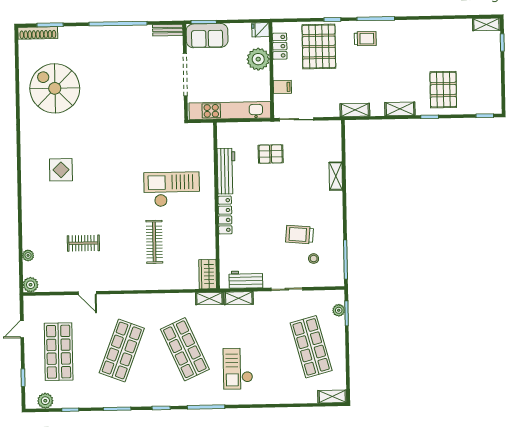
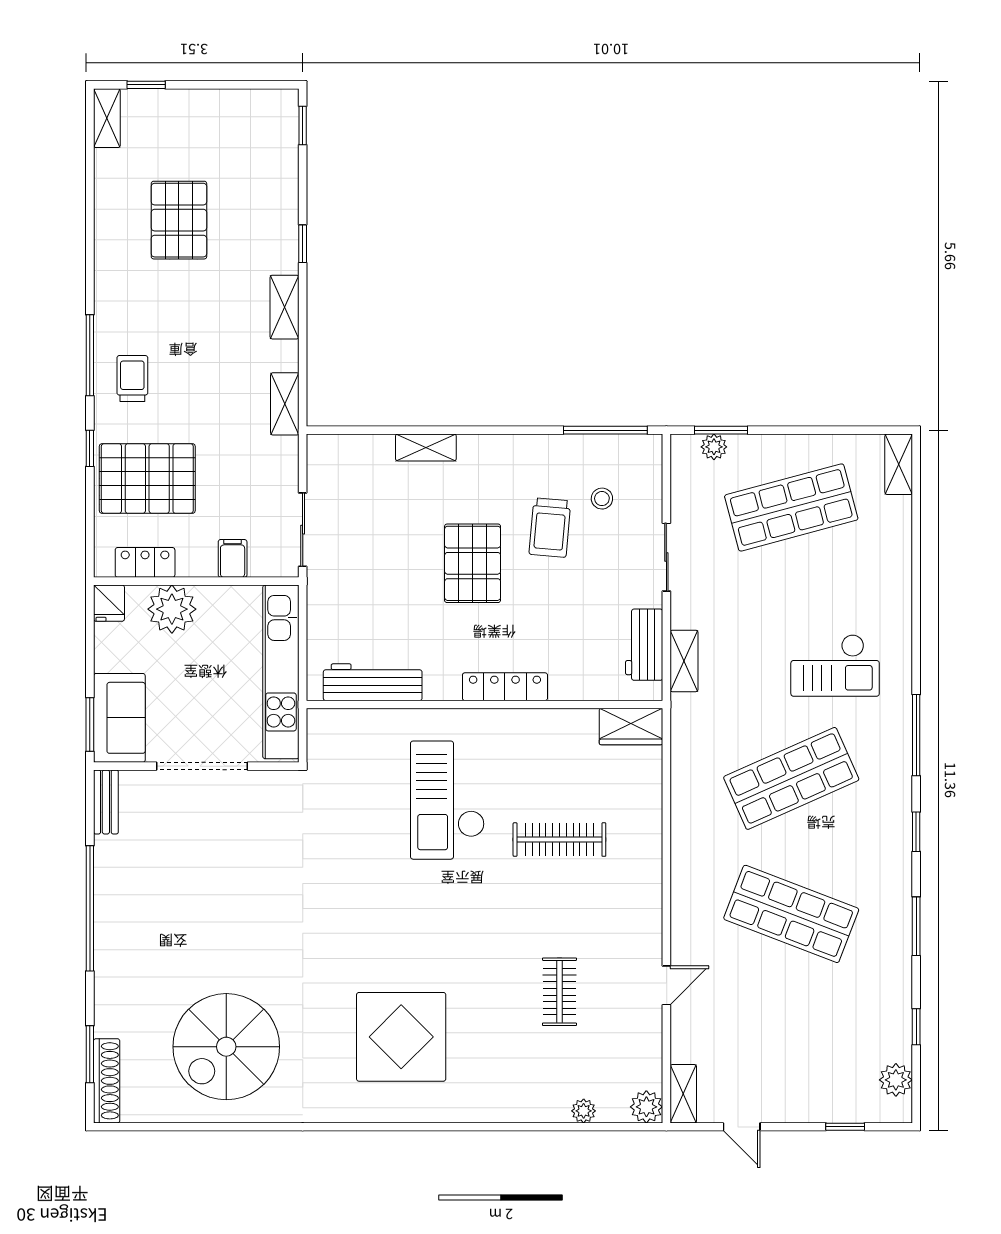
pallet: (443, 90) -> (179, 220), moved, turned 90
pallet: (271, 154) -> (473, 563), moved, width x1.50, depth x1.42
display table: (61, 170) -> (401, 1037), width x1.86, depth x1.86
workbench: (226, 171) -> (373, 682), moved
shelving: (209, 298) -> (683, 1094), moved
shop shelf: (59, 352) -> (791, 1049), removed

